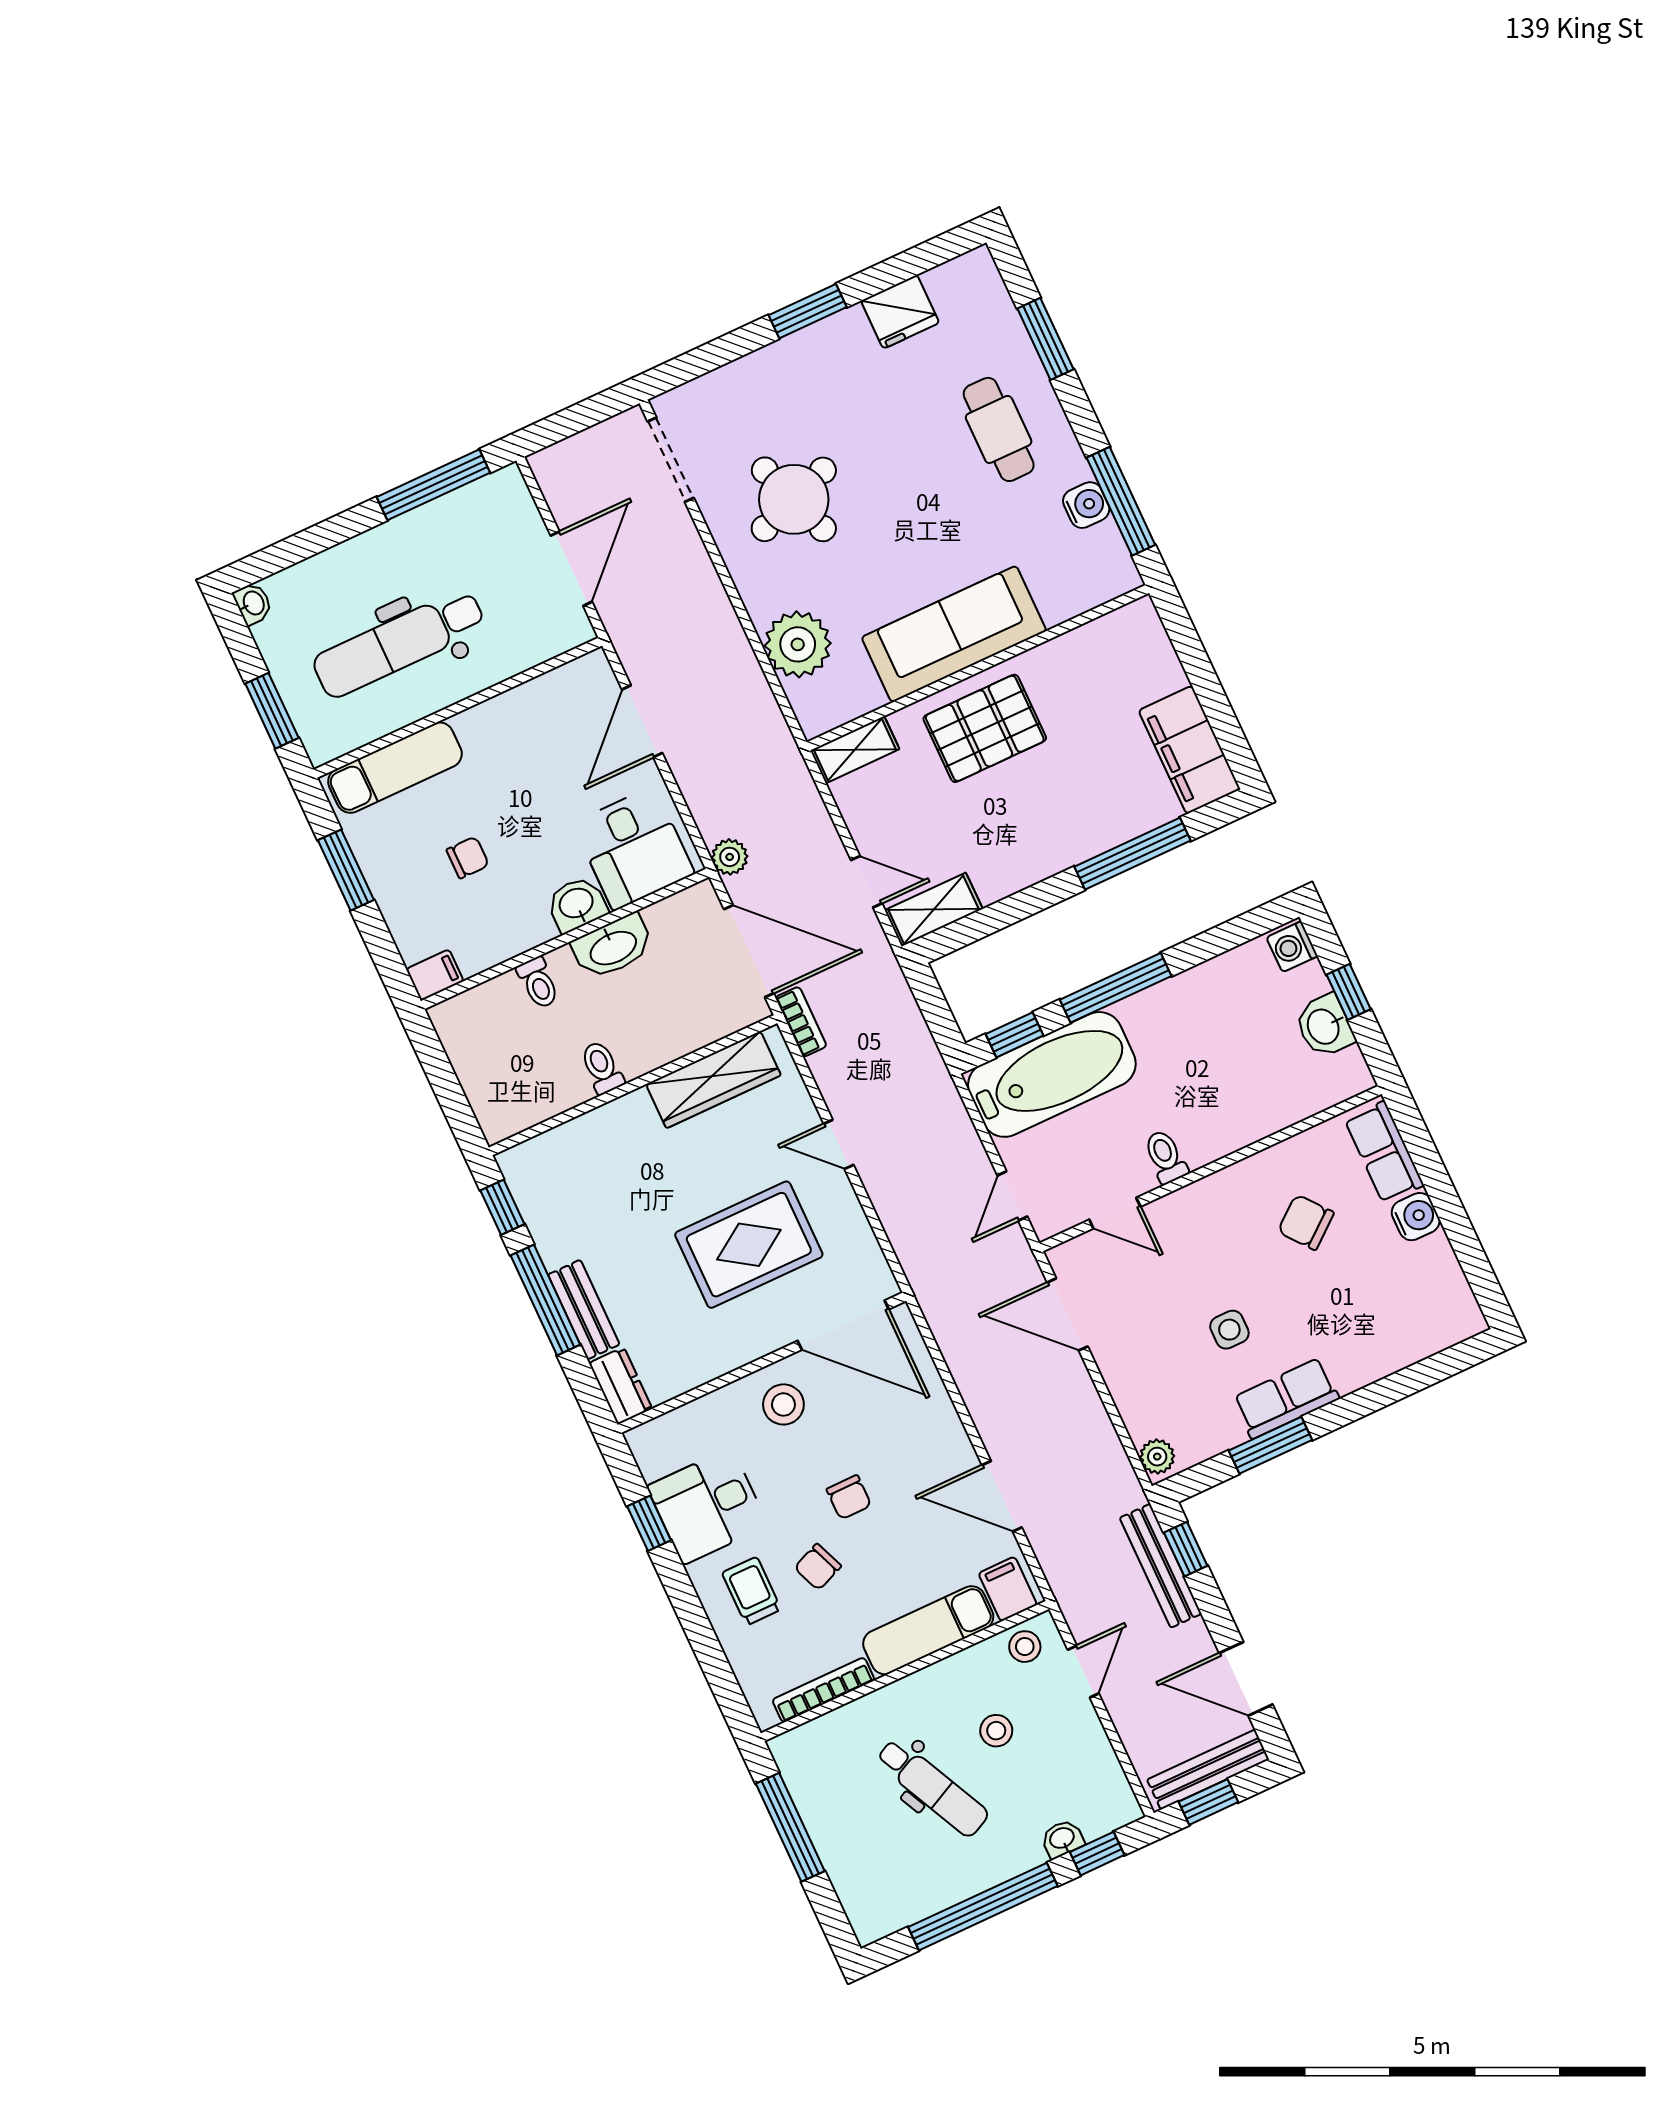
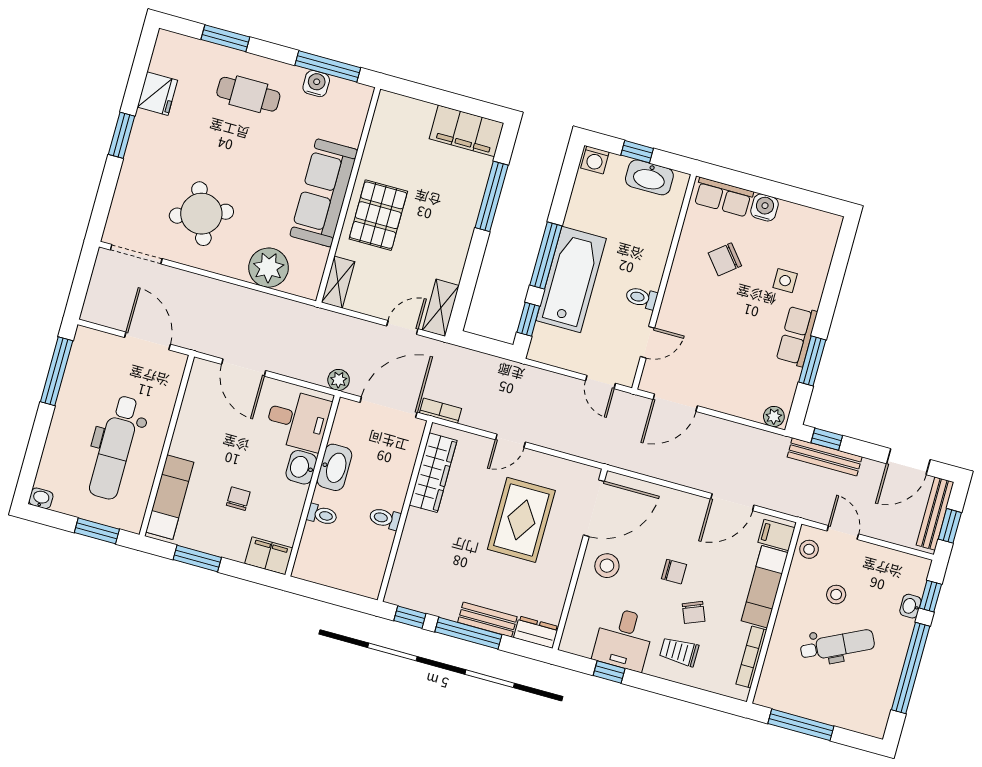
filing cabinet: (435, 975) -> (269, 556), width x2.00
washbasin: (1324, 1026) -> (649, 177), width x1.38
bathtub: (1052, 1074) -> (571, 280), moved
side table: (1229, 1330) -> (785, 281), moved

